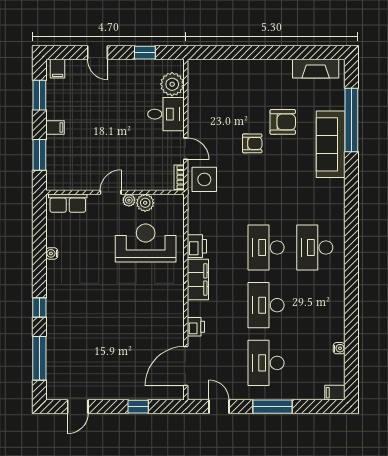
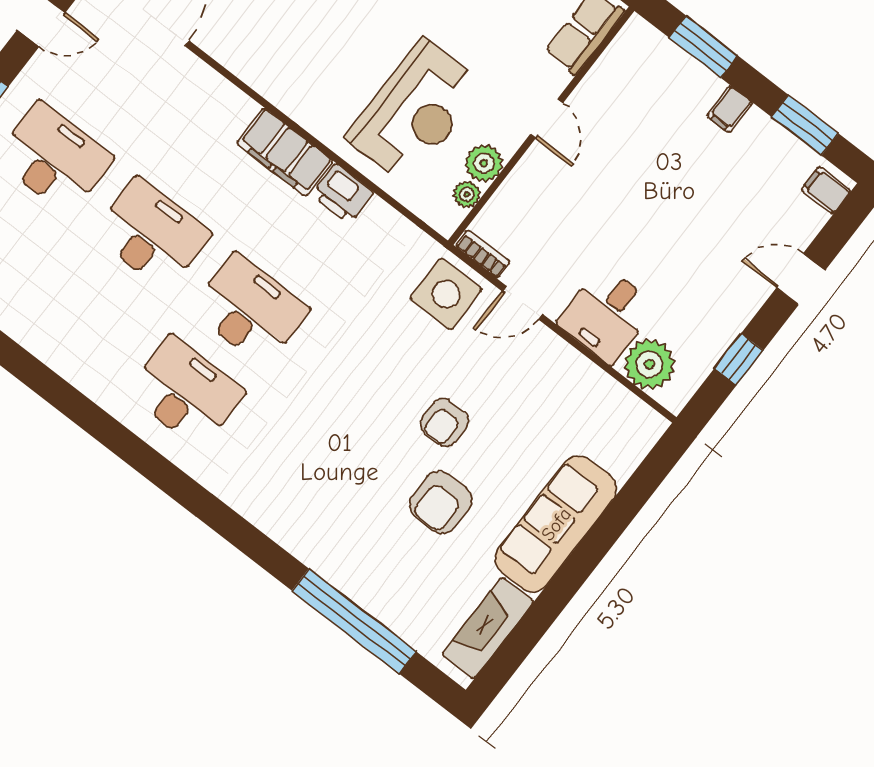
sofa: (331, 144) -> (556, 524), moved, turned -90
plant: (129, 200) -> (467, 194), moved
printer: (196, 327) -> (207, 87), removed

